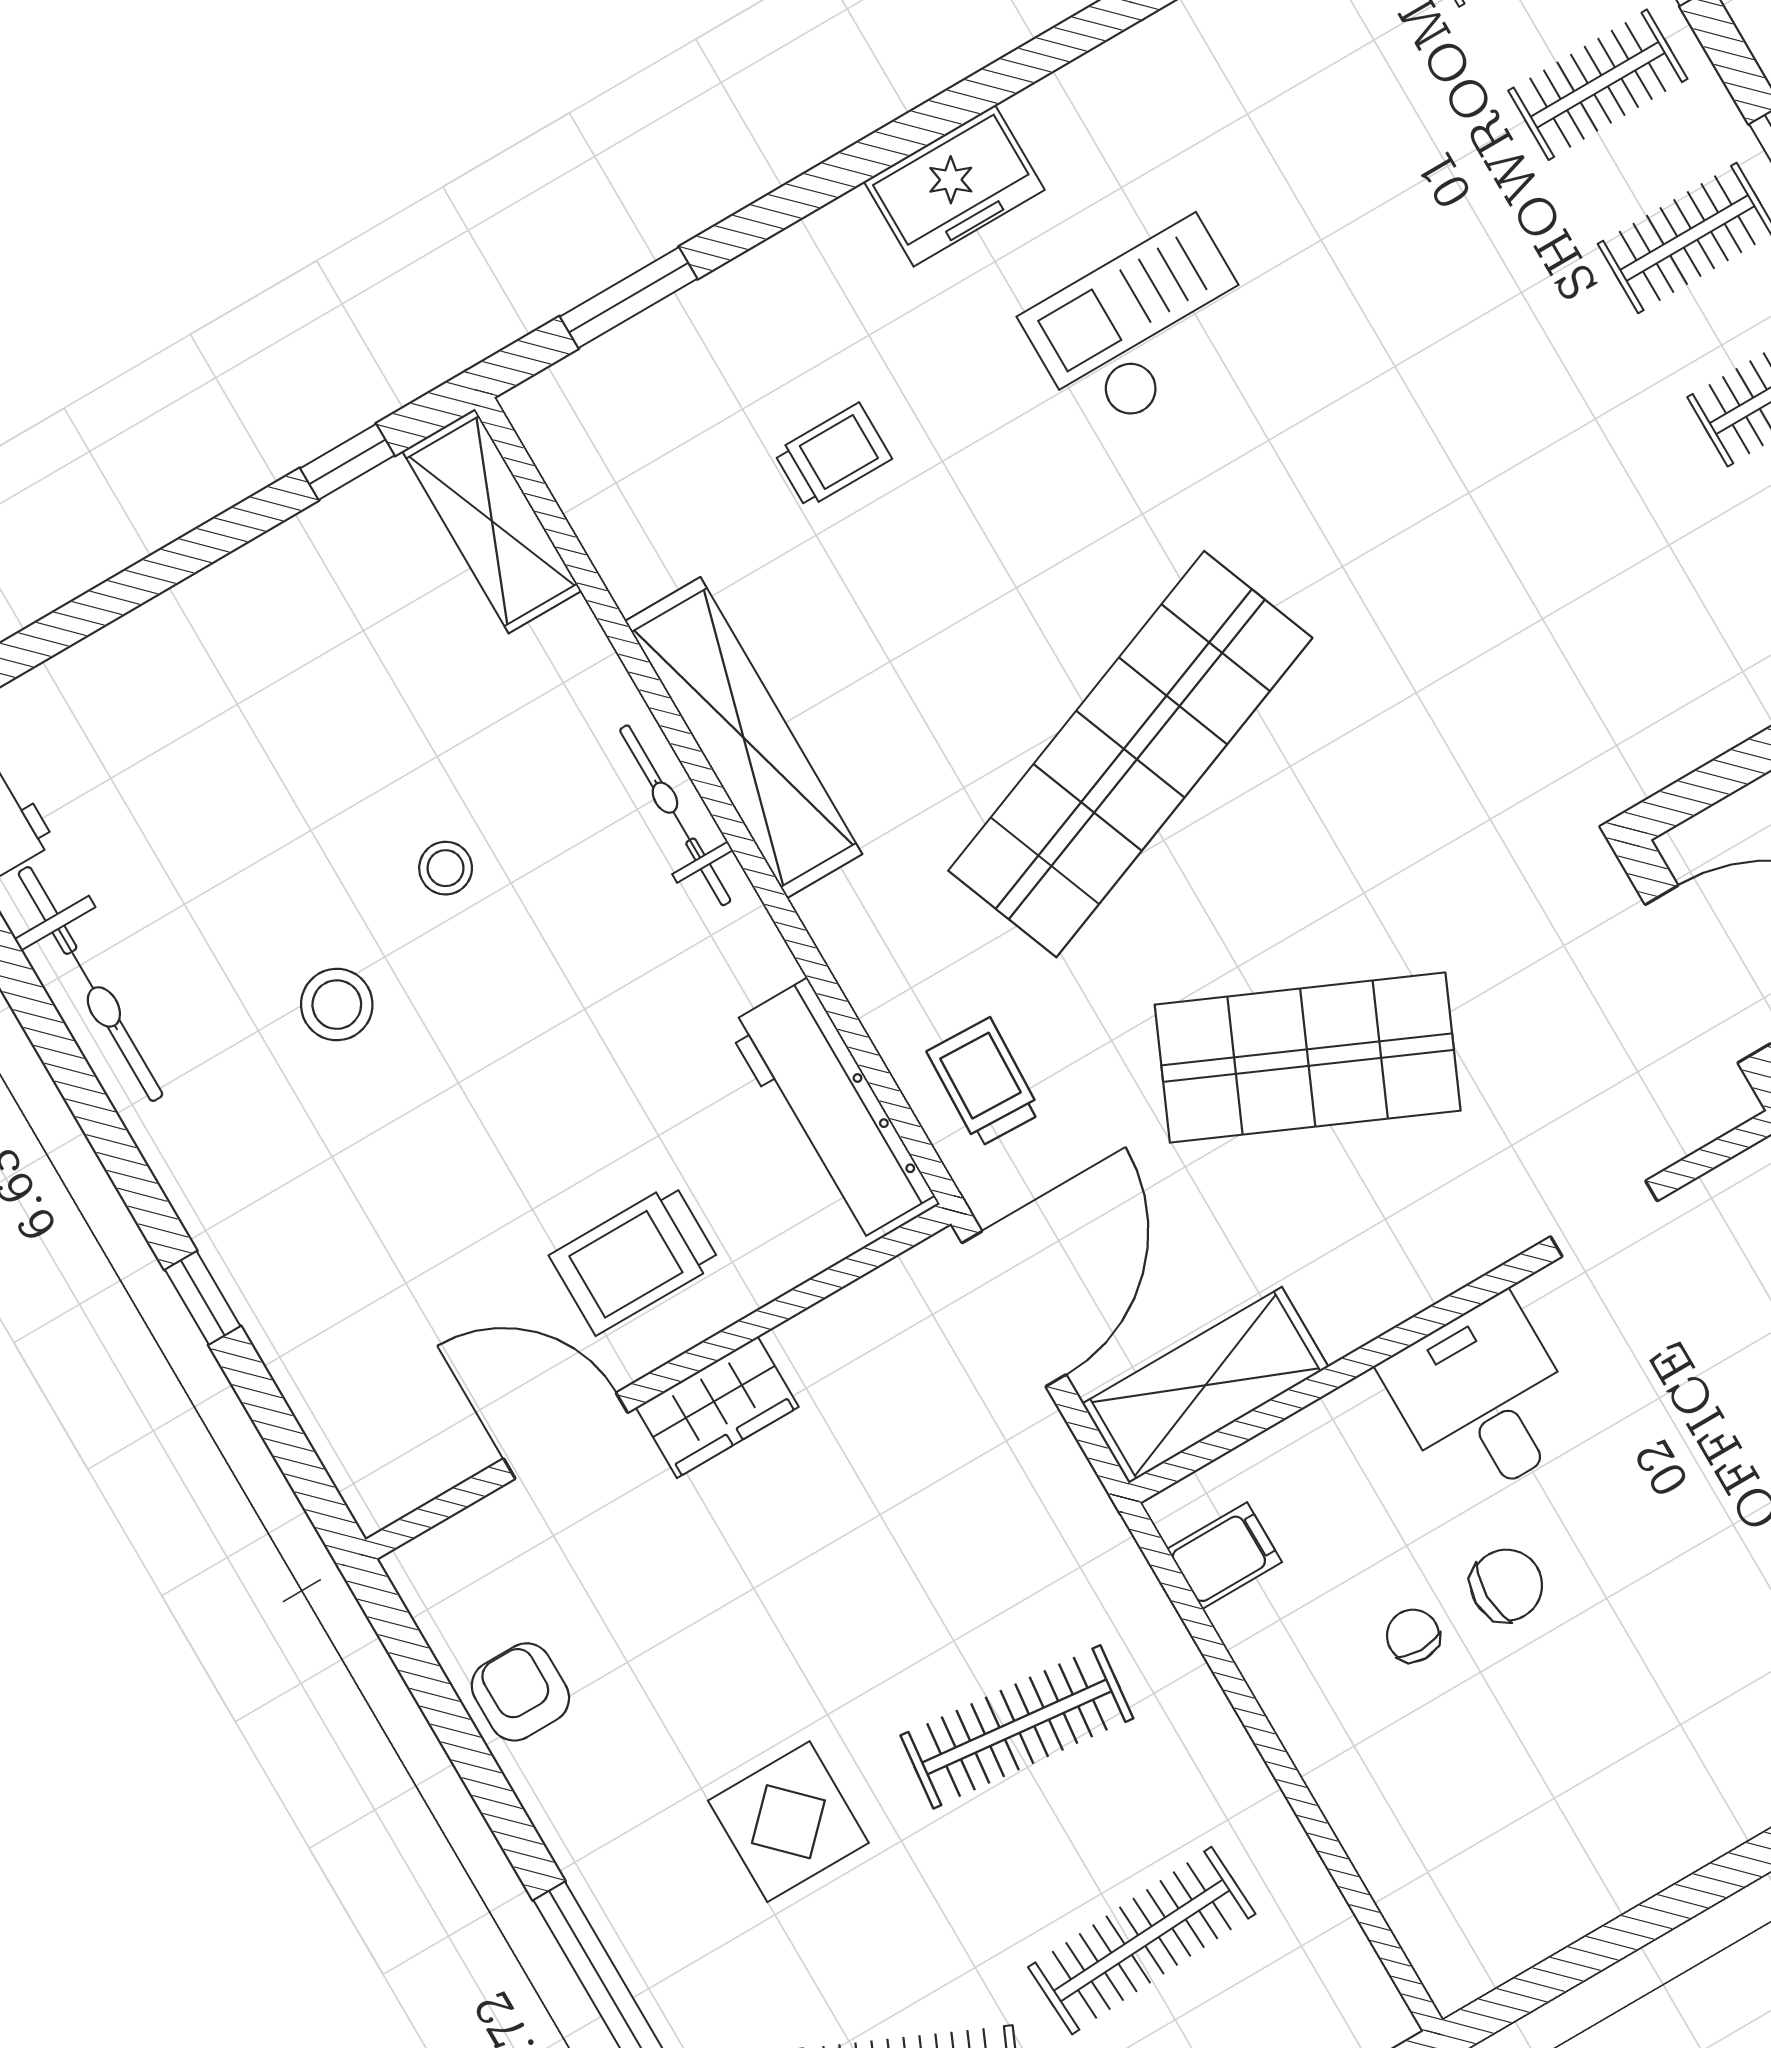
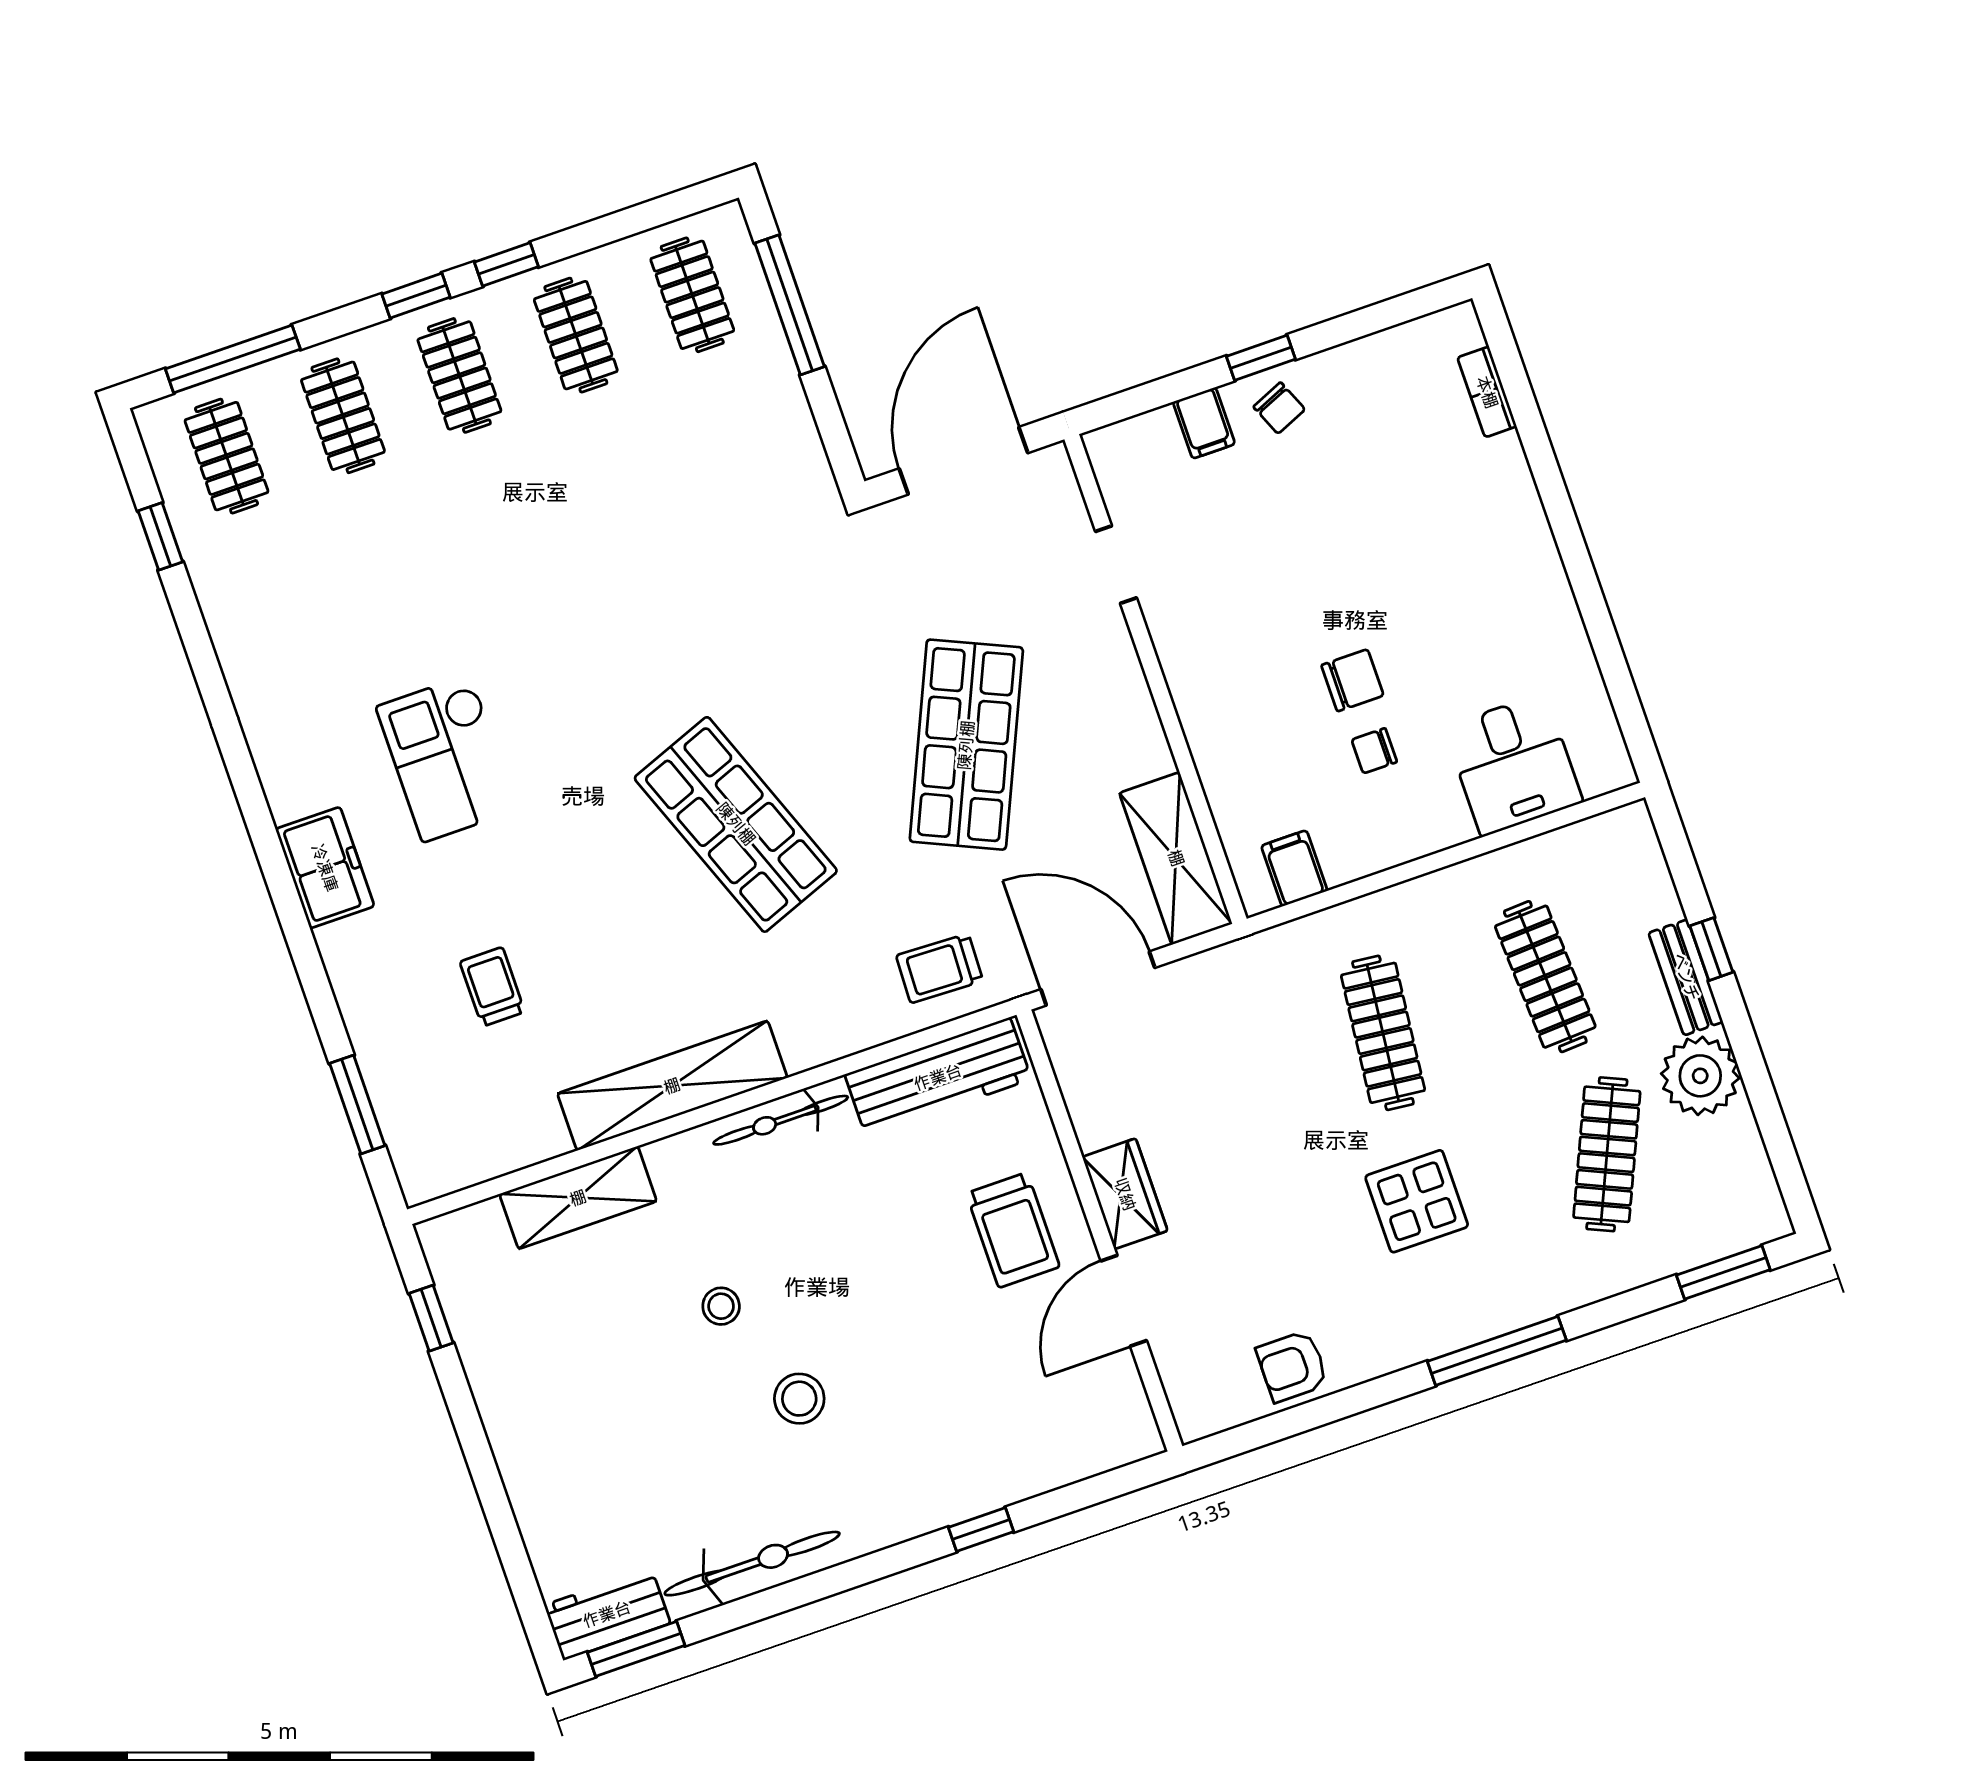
shelving: (492, 521) -> (578, 1198), moved
shop shelf: (1130, 754) -> (736, 824), width x0.71
bicycle: (675, 815) -> (781, 1120), moved
desk: (1483, 1400) -> (1513, 765), moved, turned -90
chair: (1506, 1585) -> (1352, 680), turned 90

